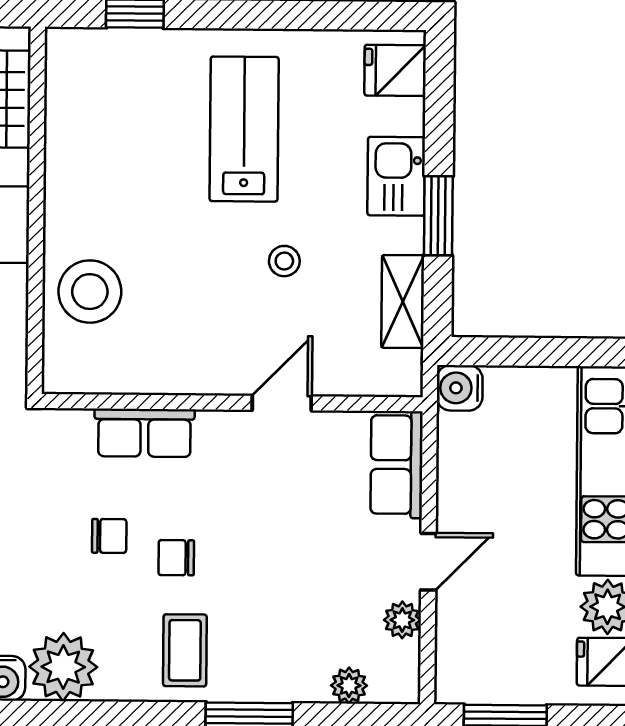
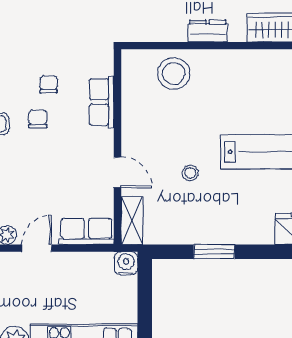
kitchen sink: (396, 176) -> (234, 230), removed
shelving: (403, 302) -> (132, 221), moved, turned 90
chair: (109, 536) -> (49, 84), turned 180
door: (428, 562) -> (37, 248), swing flipped

